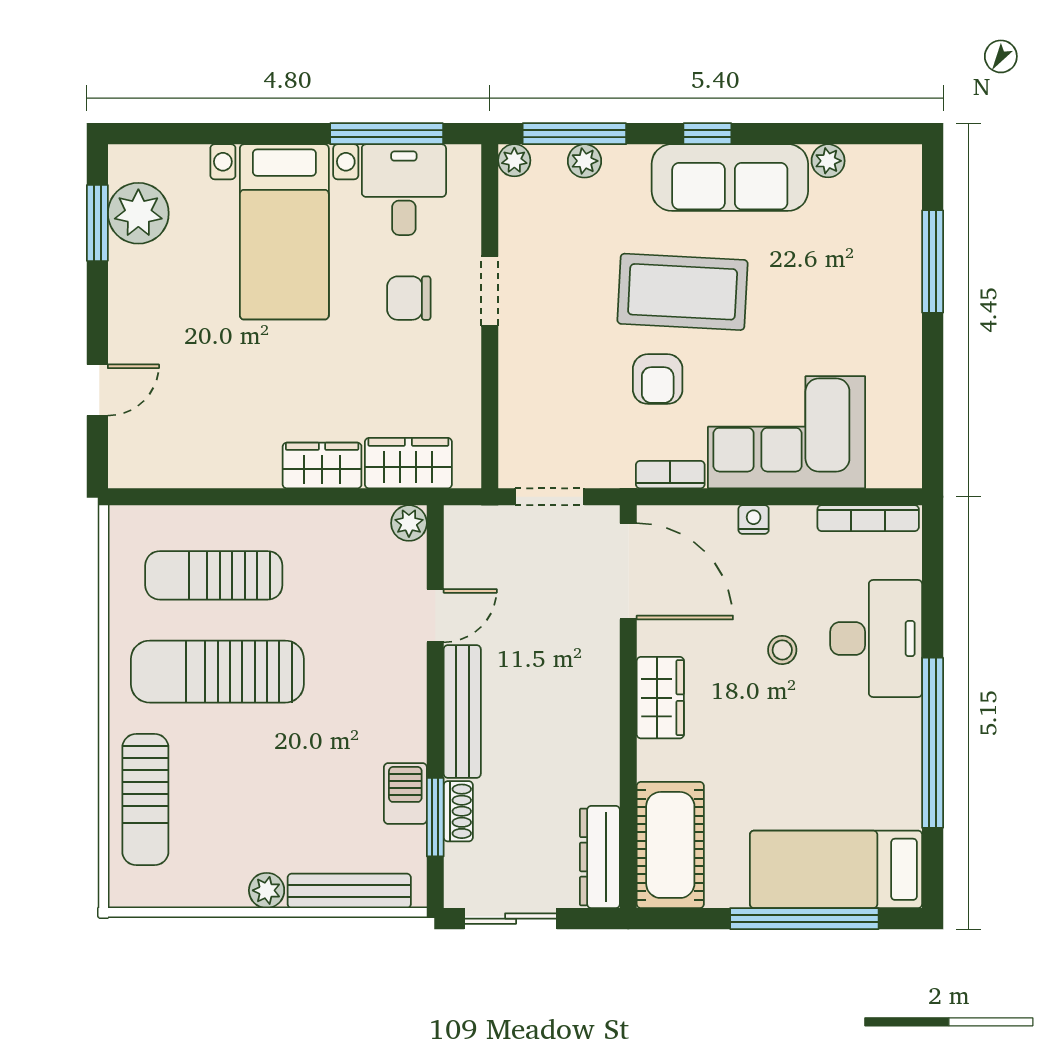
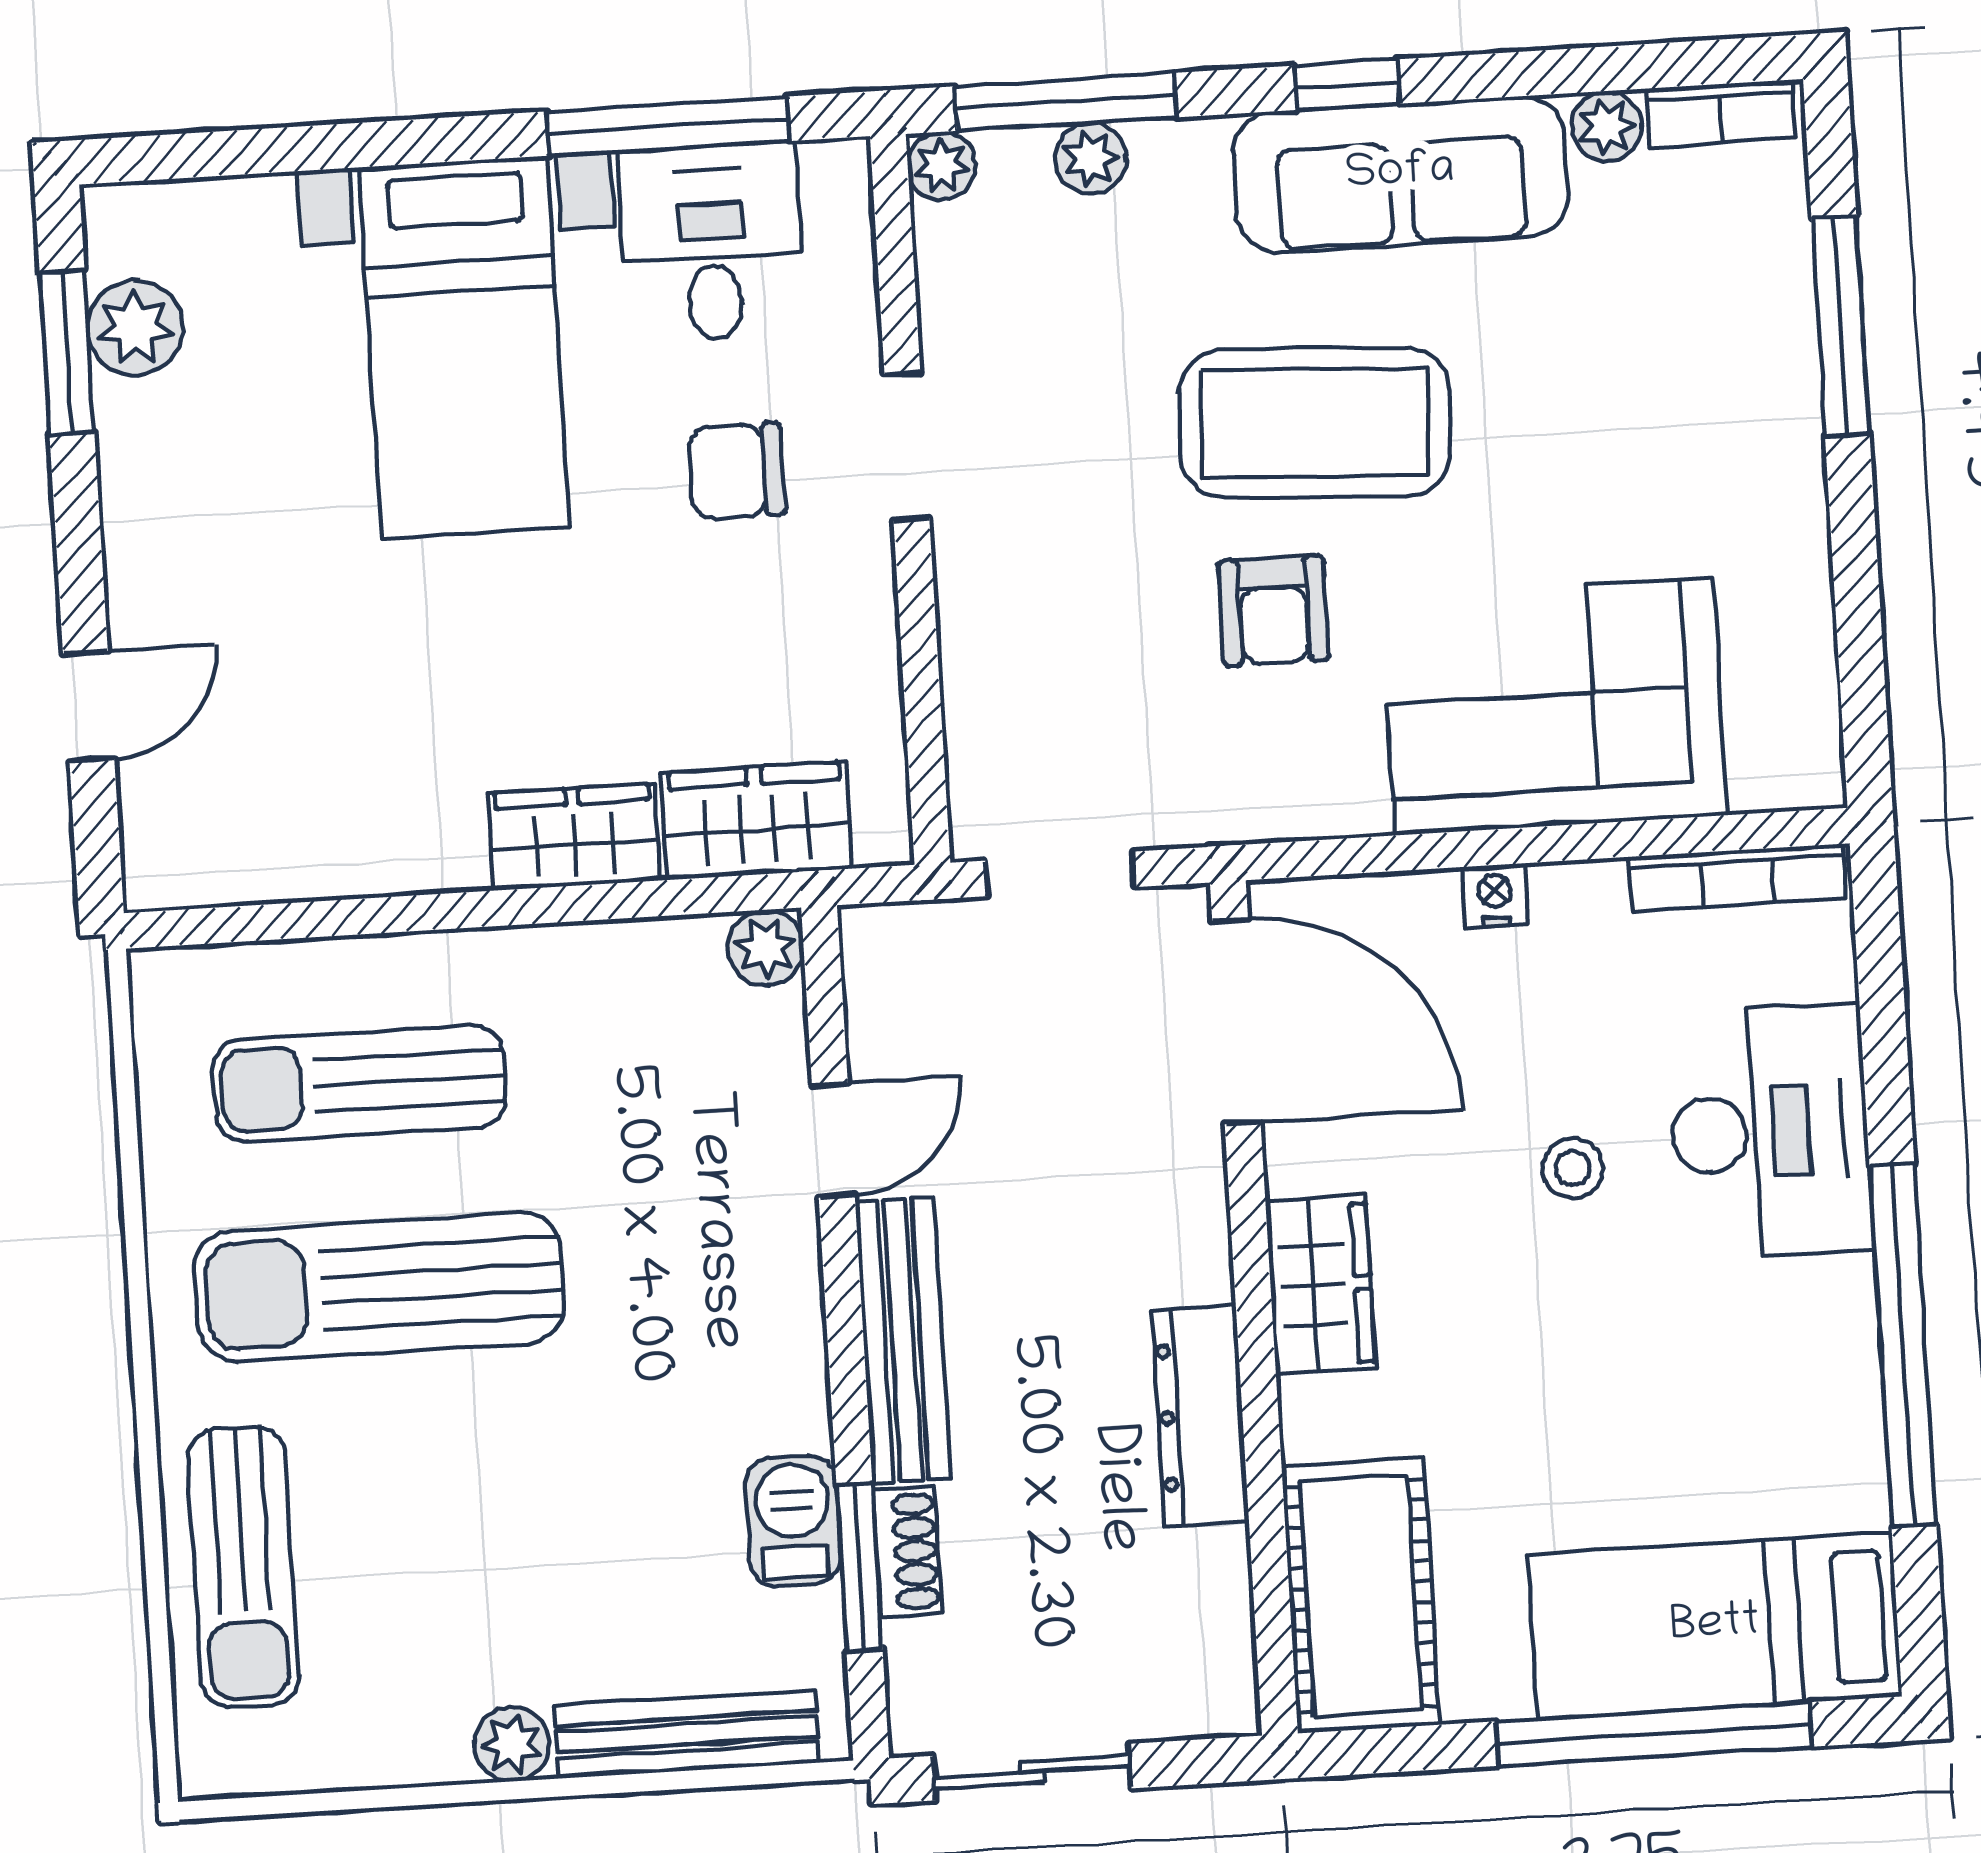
plant: (138, 213) -> (135, 328), width x0.73, depth x0.73
bookcase: (670, 475) -> (1721, 113), moved, turned 180
dresser: (600, 857) -> (1200, 1416), moved

